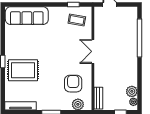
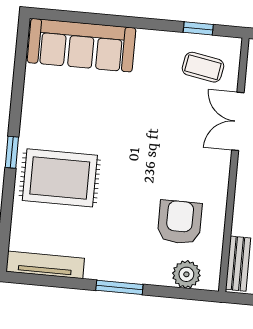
double door: (93, 51) -> (238, 121), moved

